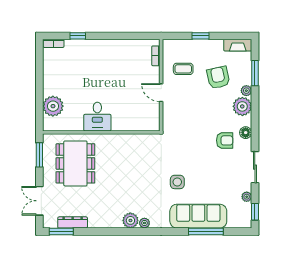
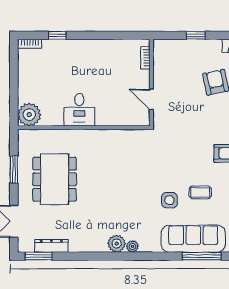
coffee table: (183, 69) -> (200, 192), moved
desk: (97, 117) -> (79, 110), moved
wall: (101, 132) -> (84, 128), moved

